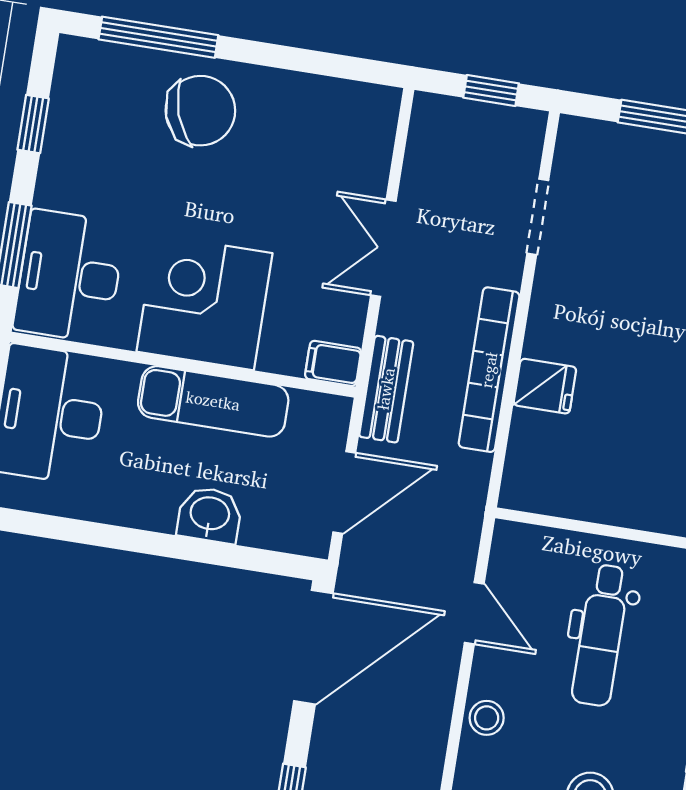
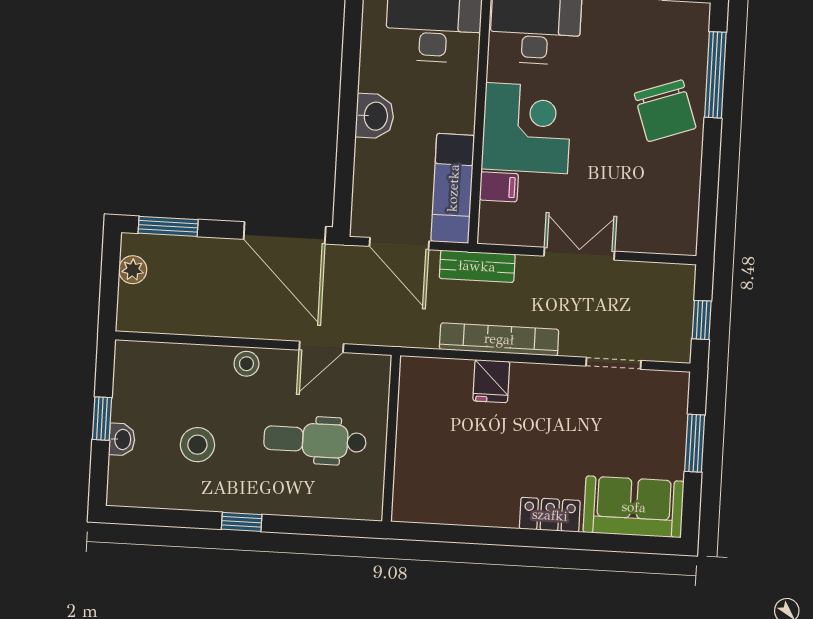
filing cabinet: (333, 363) -> (499, 187), moved, turned 90
exam couch: (213, 401) -> (453, 188), moved
washbasin: (210, 515) -> (375, 116), moved

